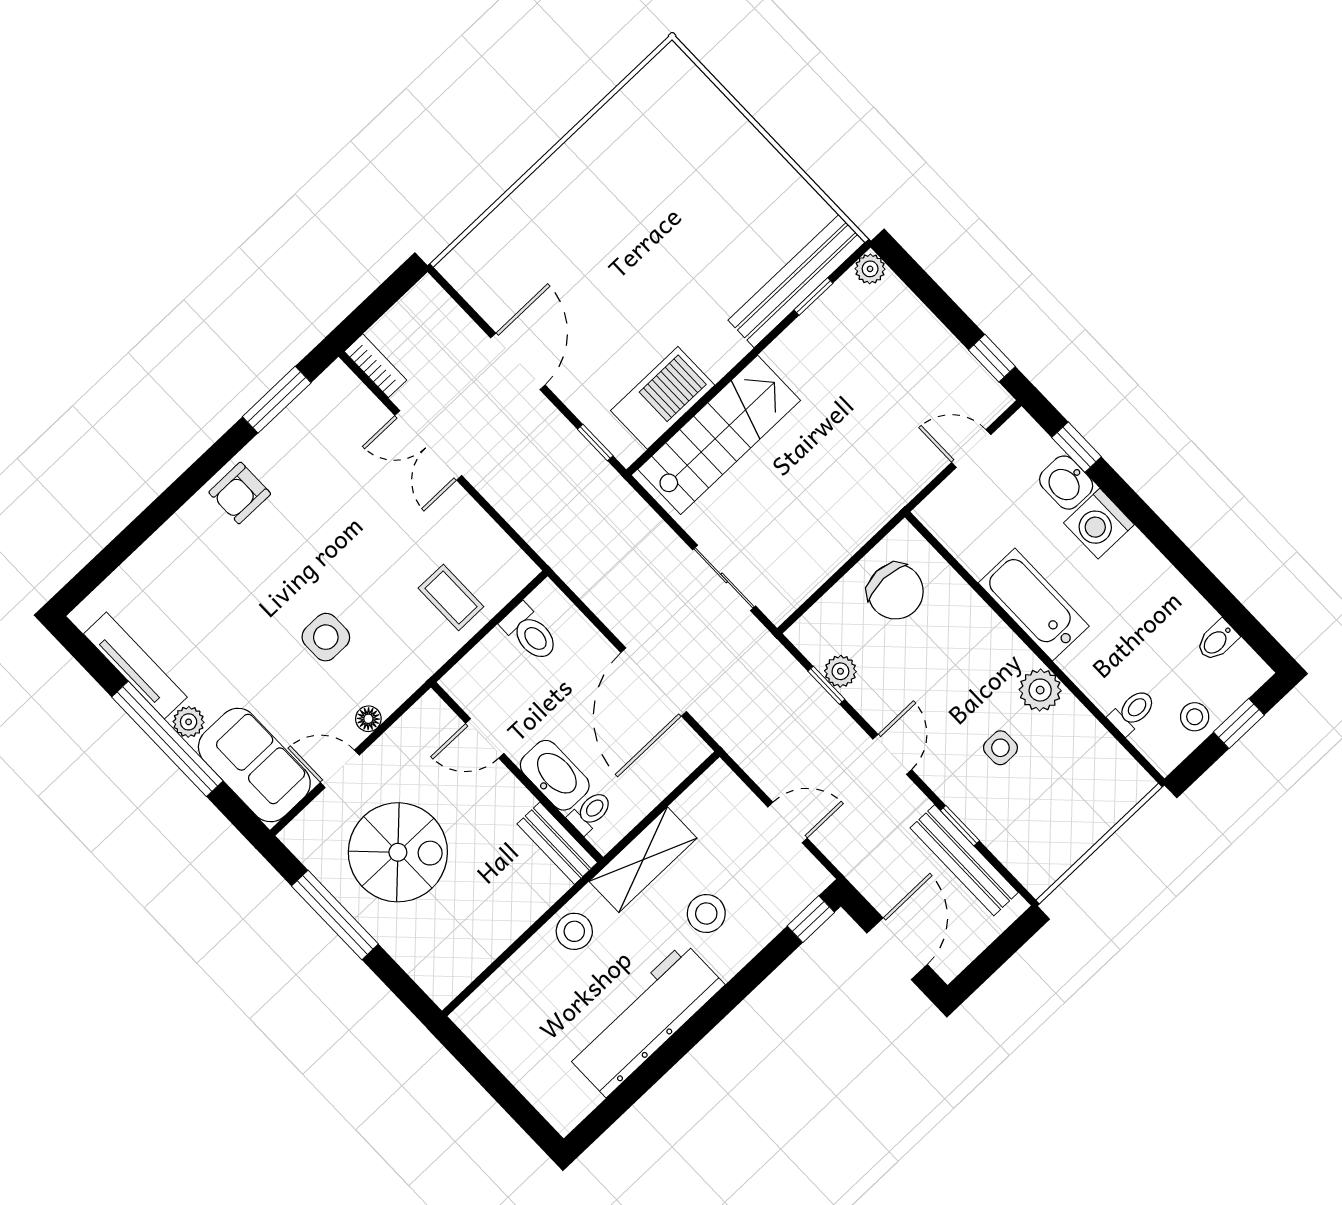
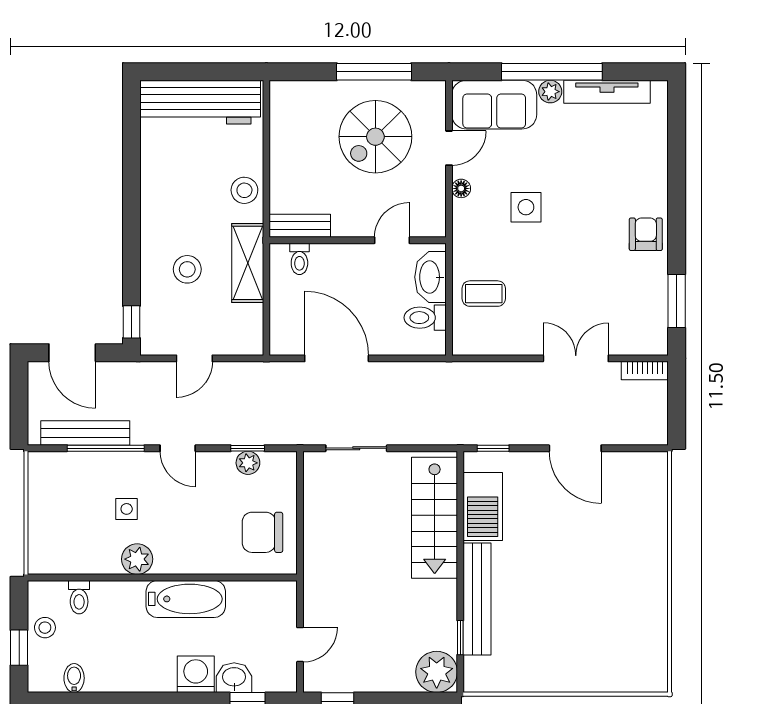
plant: (870, 269) -> (437, 672), width x1.87, depth x1.87
bench: (797, 281) -> (477, 599), moved
washbasin: (555, 775) -> (431, 277), moved, turned 90
window: (960, 826) -> (106, 448), width x2.17
workbench: (645, 1020) -> (200, 102), moved, turned 90

